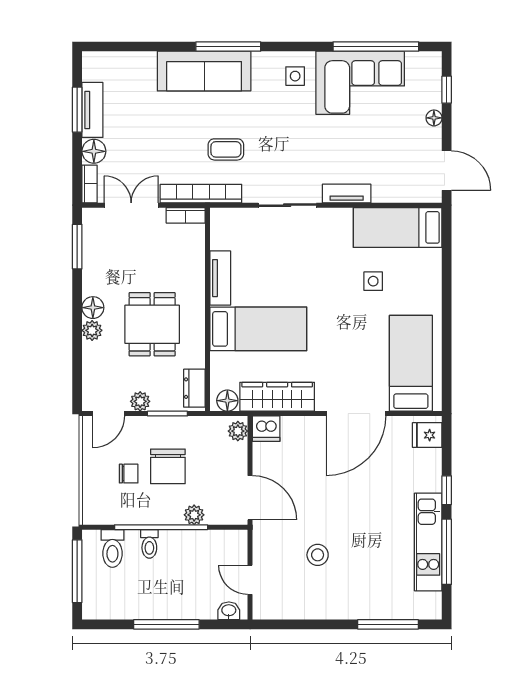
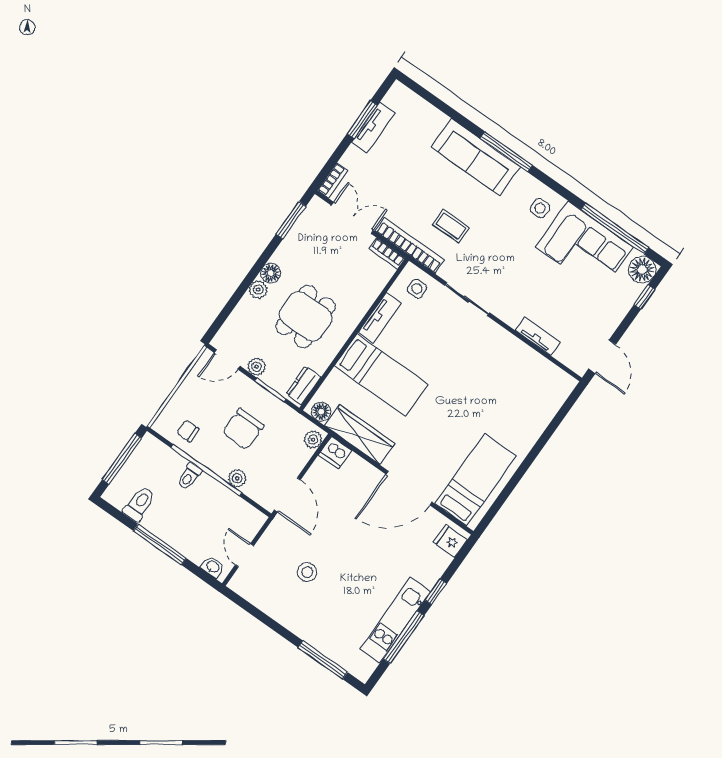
floor lamp: (434, 118) -> (642, 270), moved, width x1.89, depth x1.89
floor lamp: (94, 151) -> (353, 159), removed
tv unit: (347, 193) -> (538, 336), moved
bed: (398, 227) -> (537, 373), removed
side table: (373, 281) -> (417, 289), moved
chair: (129, 474) -> (188, 431), moved, turned 180
toilet: (112, 548) -> (139, 504), moved, turned 180

